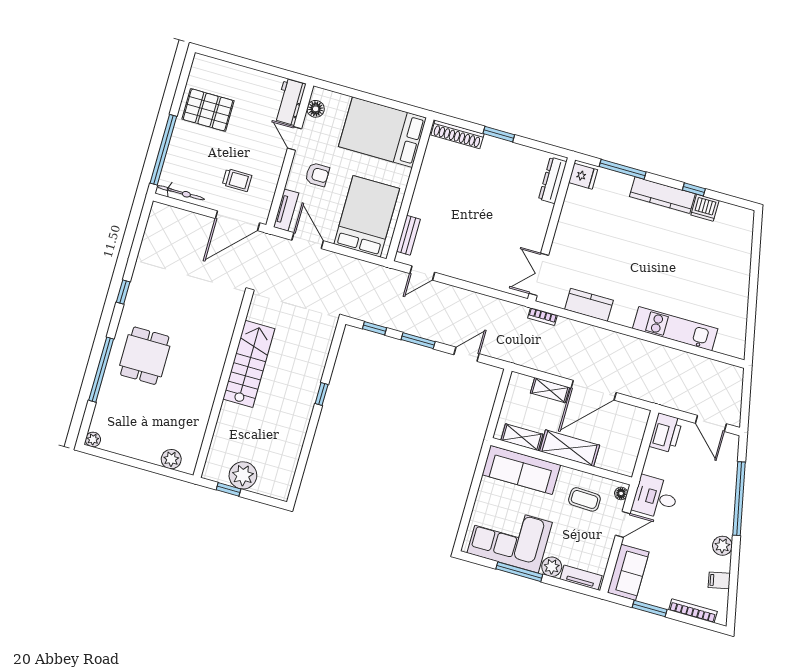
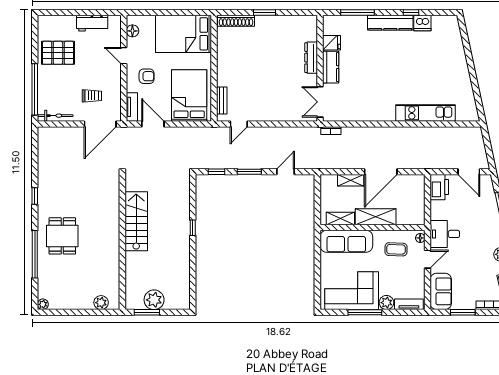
workbench: (290, 102) -> (92, 23), moved, turned -90
fridge: (583, 176) -> (331, 43), moved
dresser: (553, 180) -> (311, 58), moved
kitchen counter: (589, 305) -> (331, 67), moved, turned 90
window: (229, 489) -> (147, 312), width x1.50

